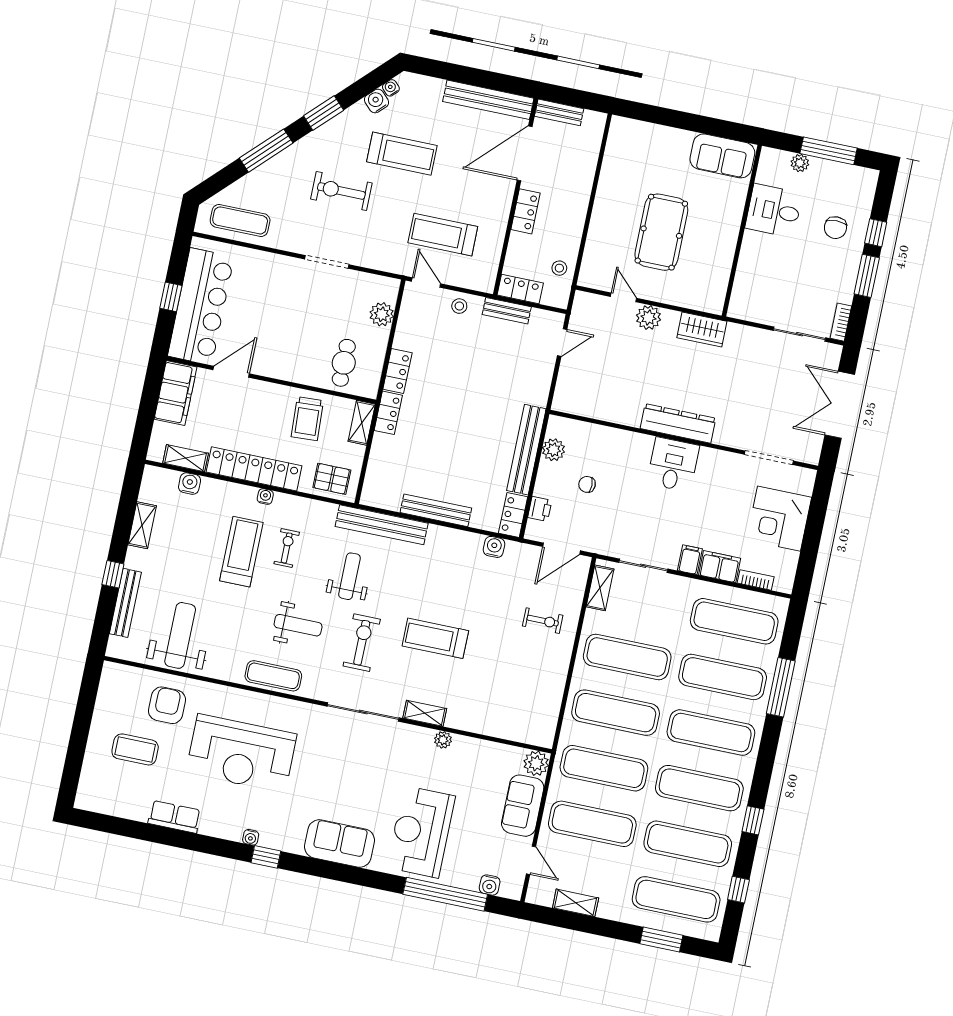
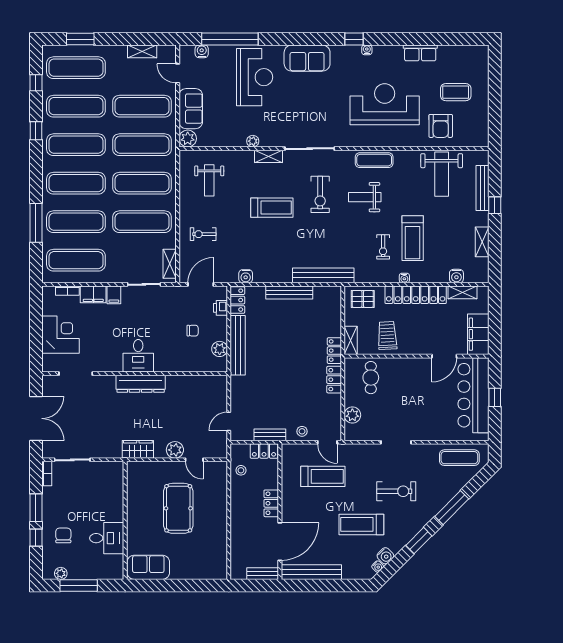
plant: (800, 163) -> (61, 573), moved
weight bench: (349, 576) -> (209, 180), moved

